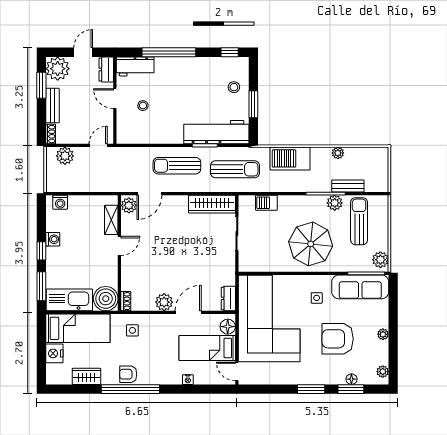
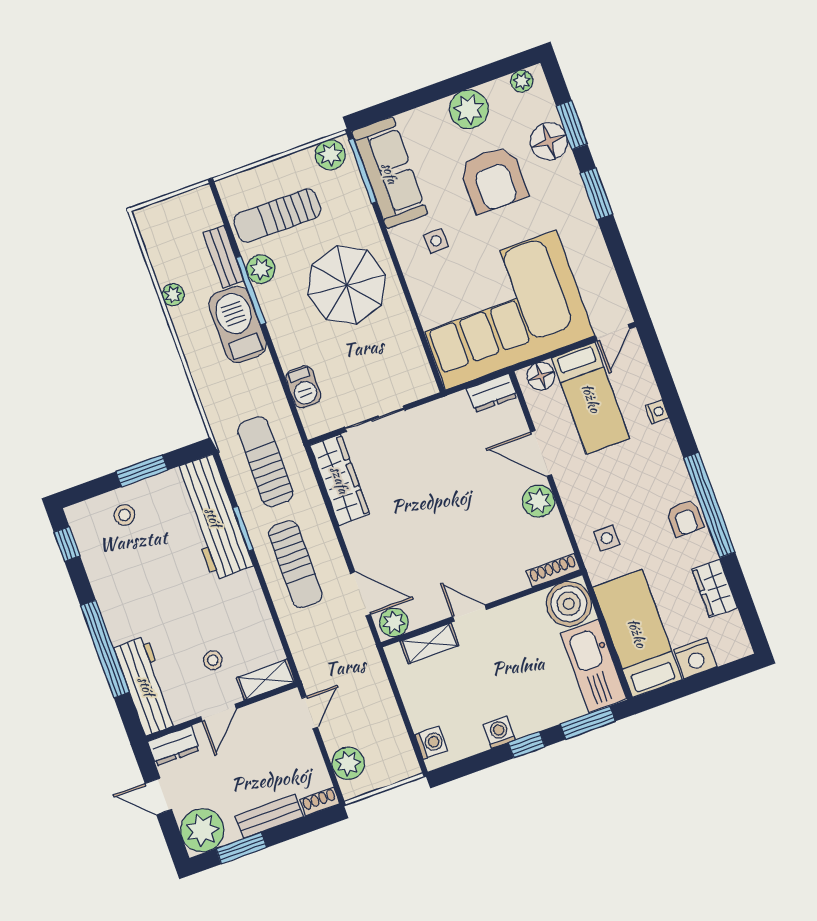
workbench: (135, 66) -> (146, 686), width x1.38
shelving: (123, 129) -> (266, 680), added
door: (98, 145) -> (310, 713), swing flipped
barbecue: (290, 158) -> (238, 324), moved, turned 180
shoe rack: (126, 301) -> (553, 570), width x1.43
plant: (383, 334) -> (469, 109), width x1.87, depth x1.87
floor lamp: (351, 379) -> (549, 141), width x1.89, depth x1.89

